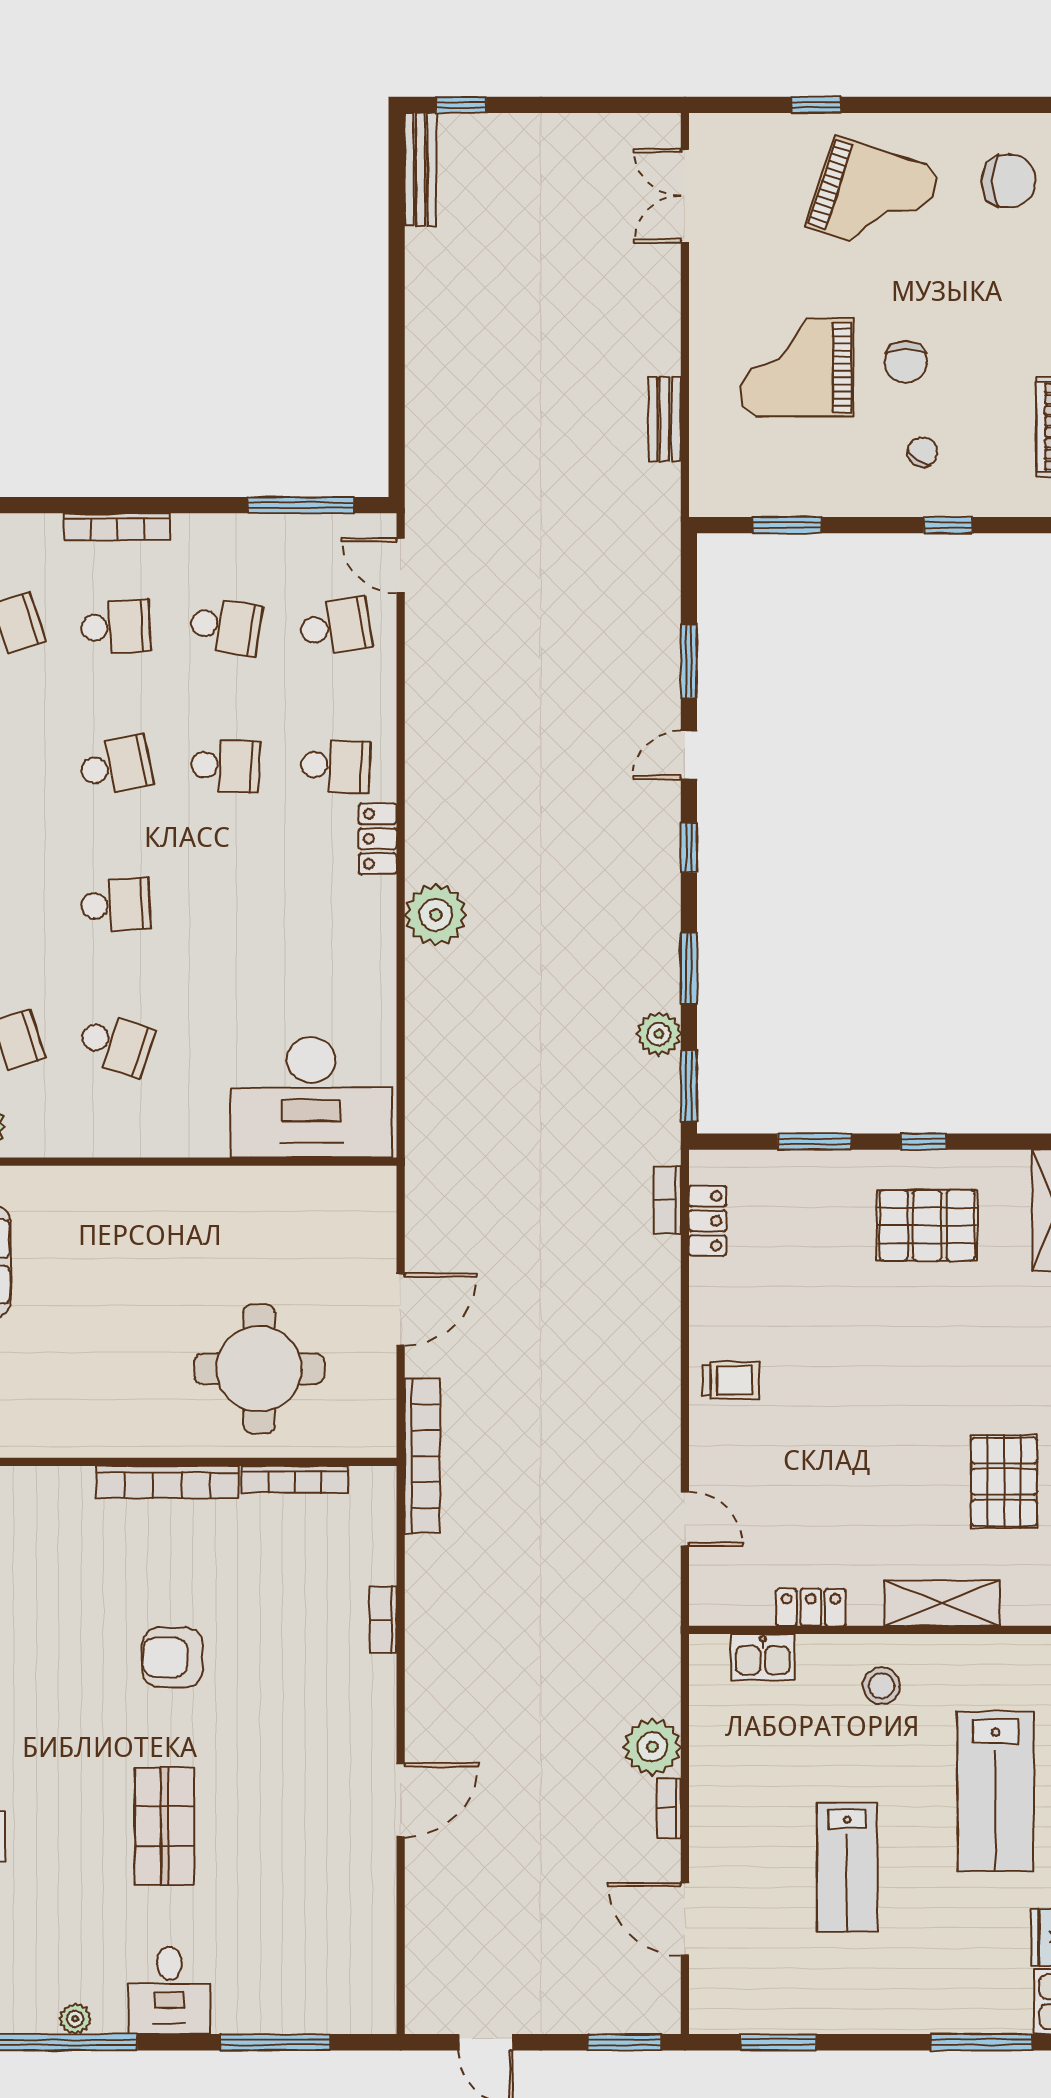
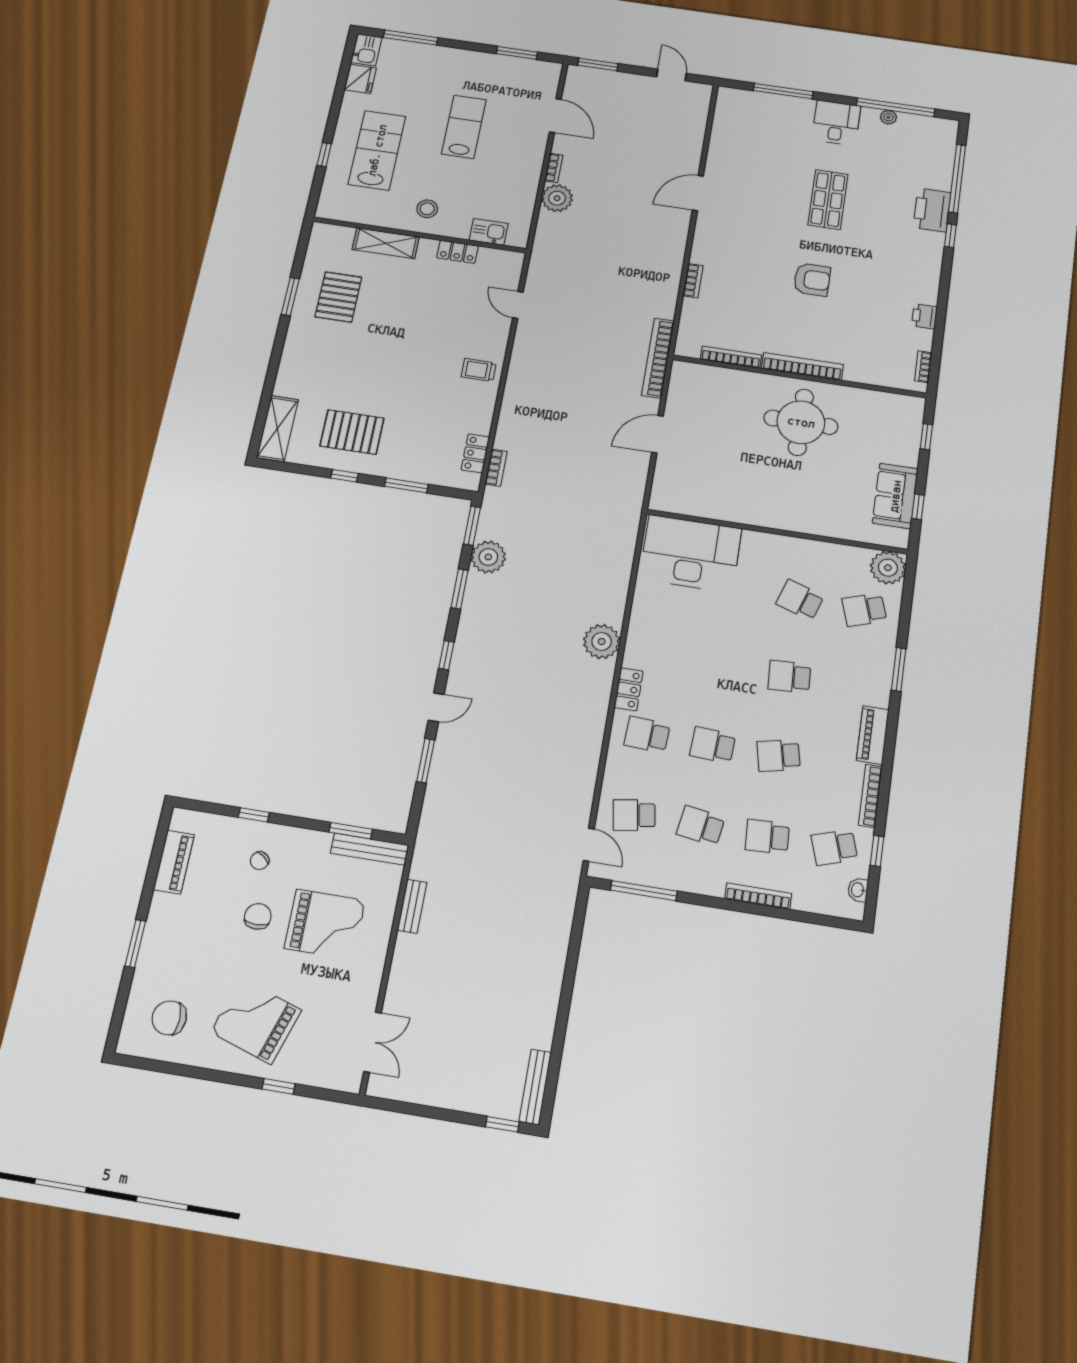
bench: (751, 500) -> (369, 849), added
plant: (659, 1034) -> (488, 557), width x1.36, depth x1.36
round table: (259, 1369) -> (801, 422), moved

